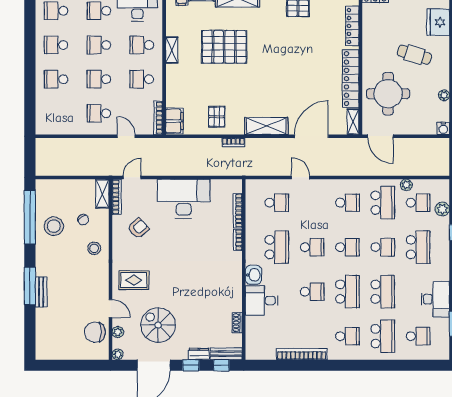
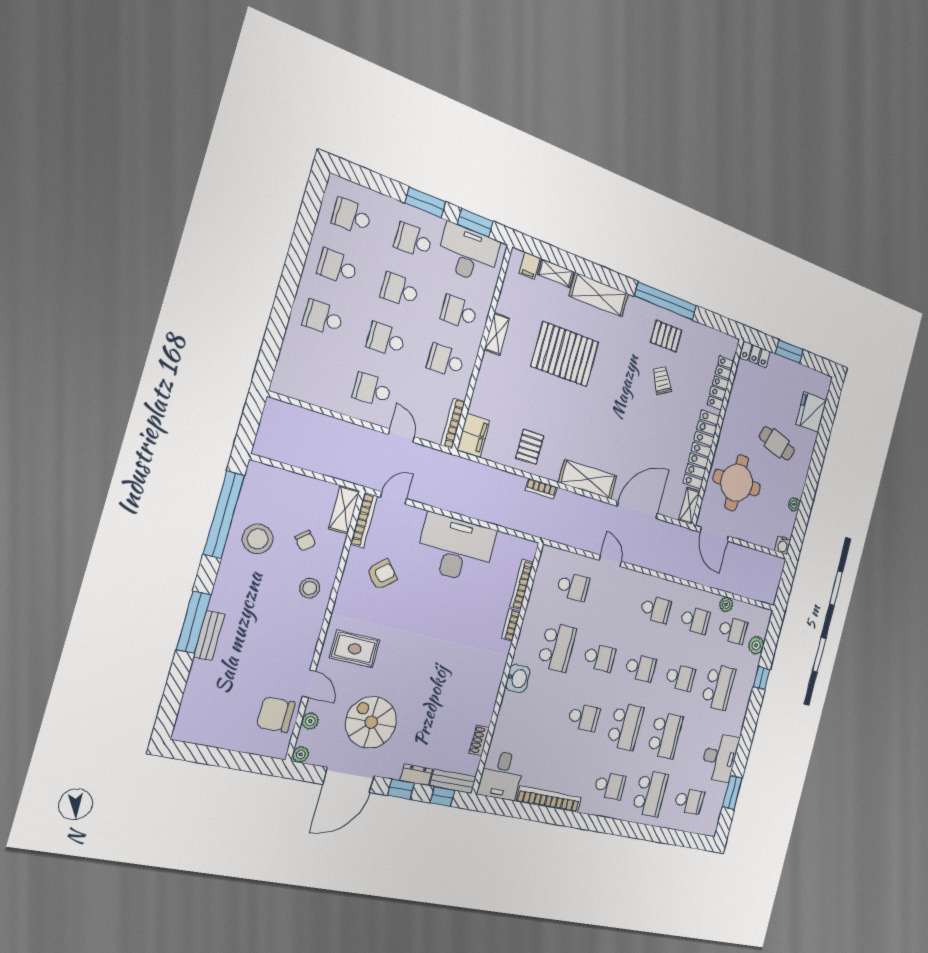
trolley: (304, 40) -> (662, 380), added
school desk: (383, 203) -> (695, 620), width x0.54
desk: (262, 301) -> (501, 775), moved, turned -90

